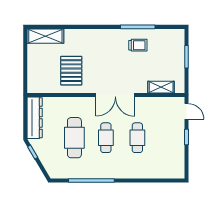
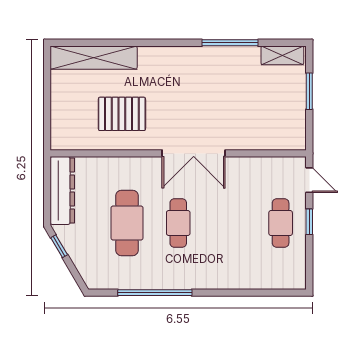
shelving: (45, 36) -> (94, 58), width x1.47
trolley: (138, 45) -> (230, 73), removed
pallet: (71, 71) -> (122, 114), turned 90
shelving: (161, 87) -> (282, 55), moved
cafe table: (137, 138) -> (281, 223), moved

